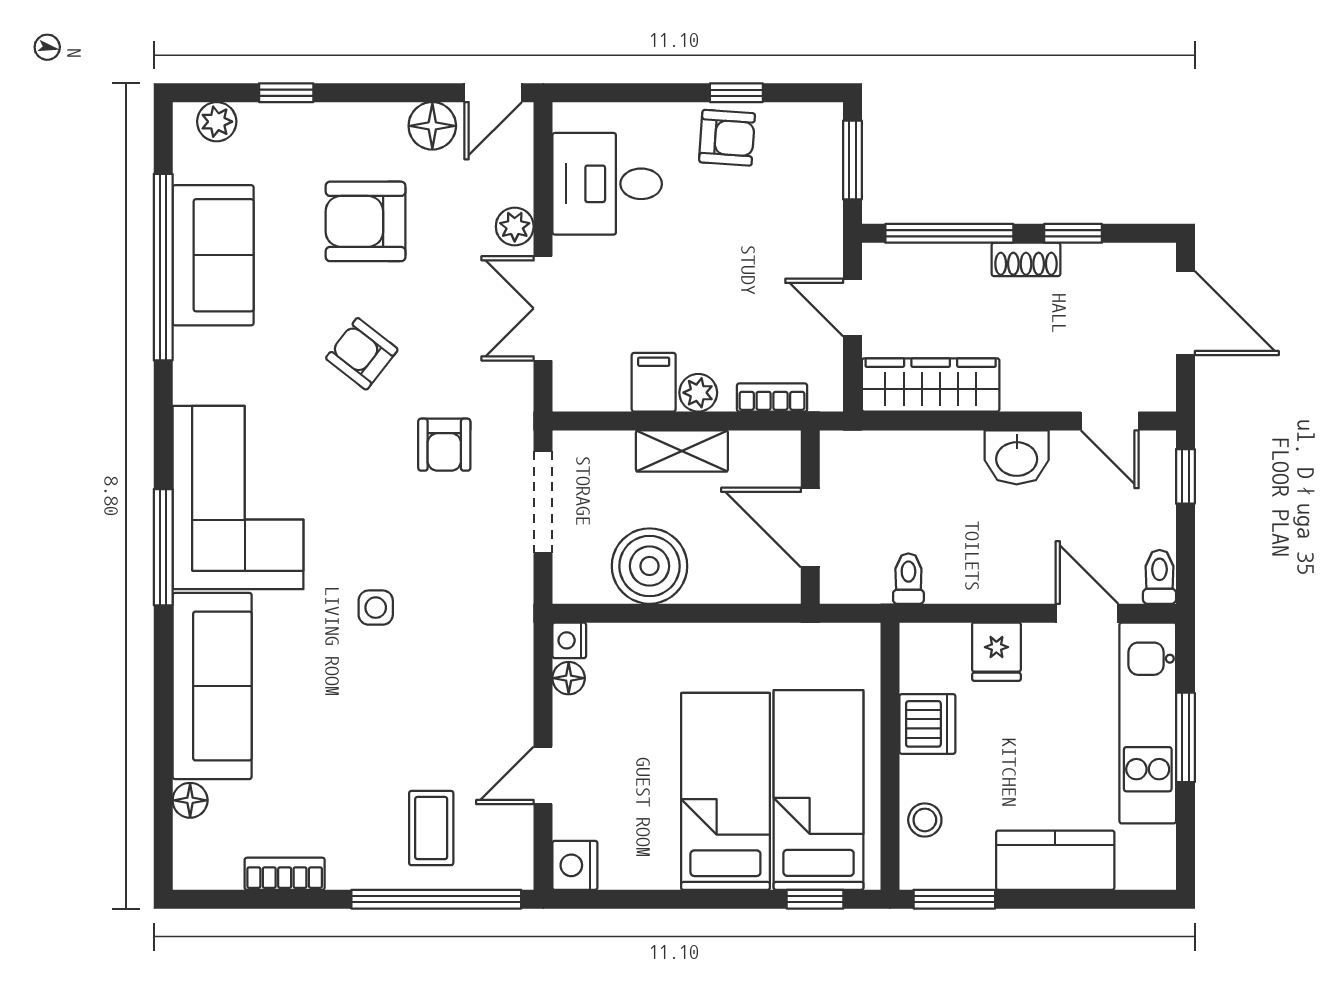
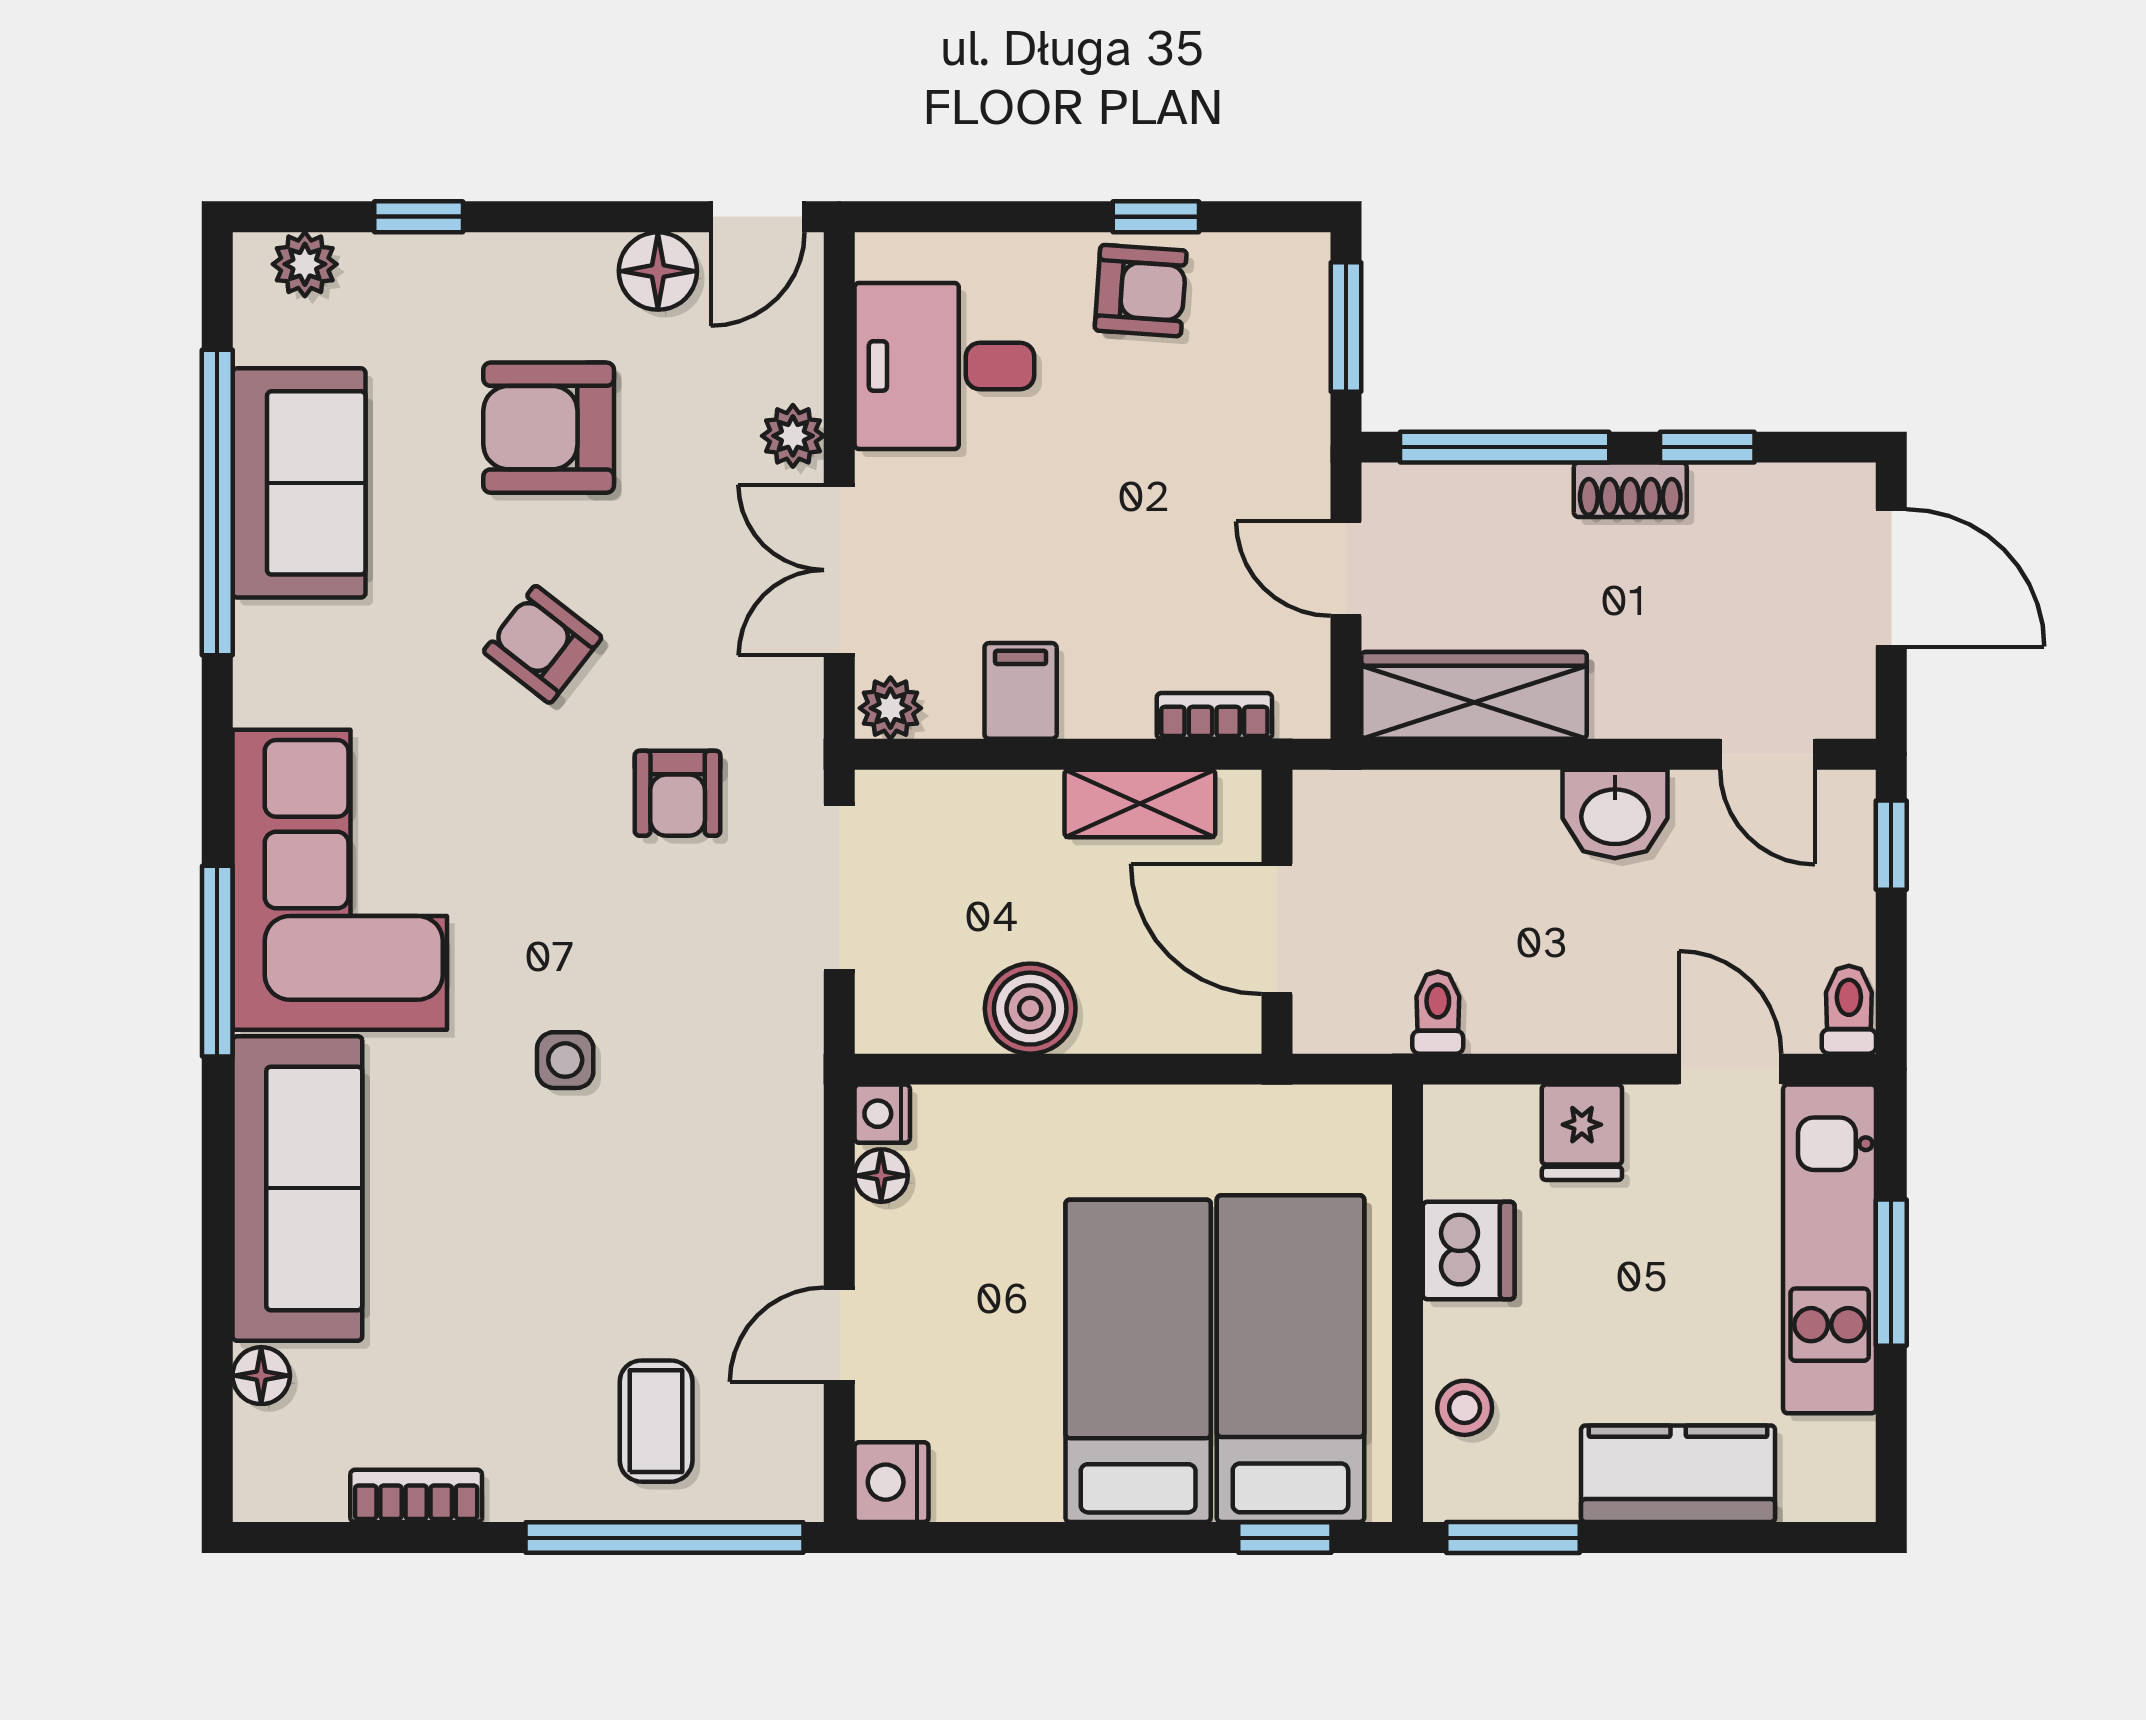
plant: (698, 393) -> (890, 708), moved
shelving: (682, 451) -> (1140, 804), moved
boiler: (649, 566) -> (1030, 1009), width x0.73, depth x0.73

